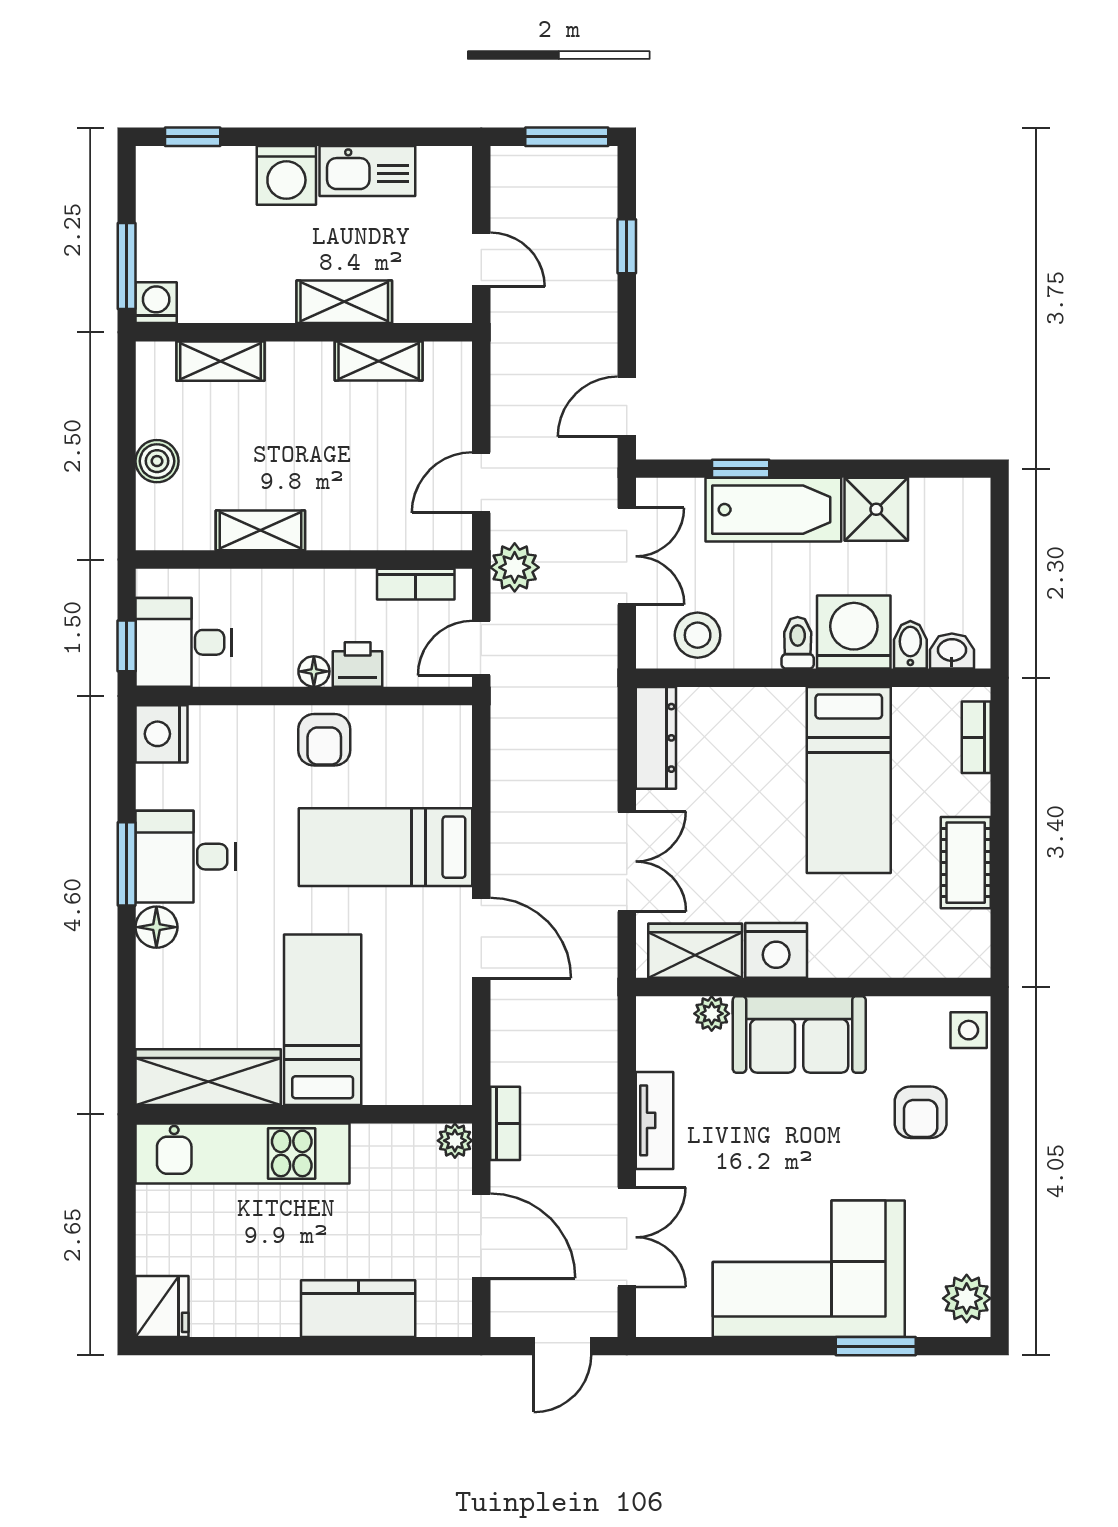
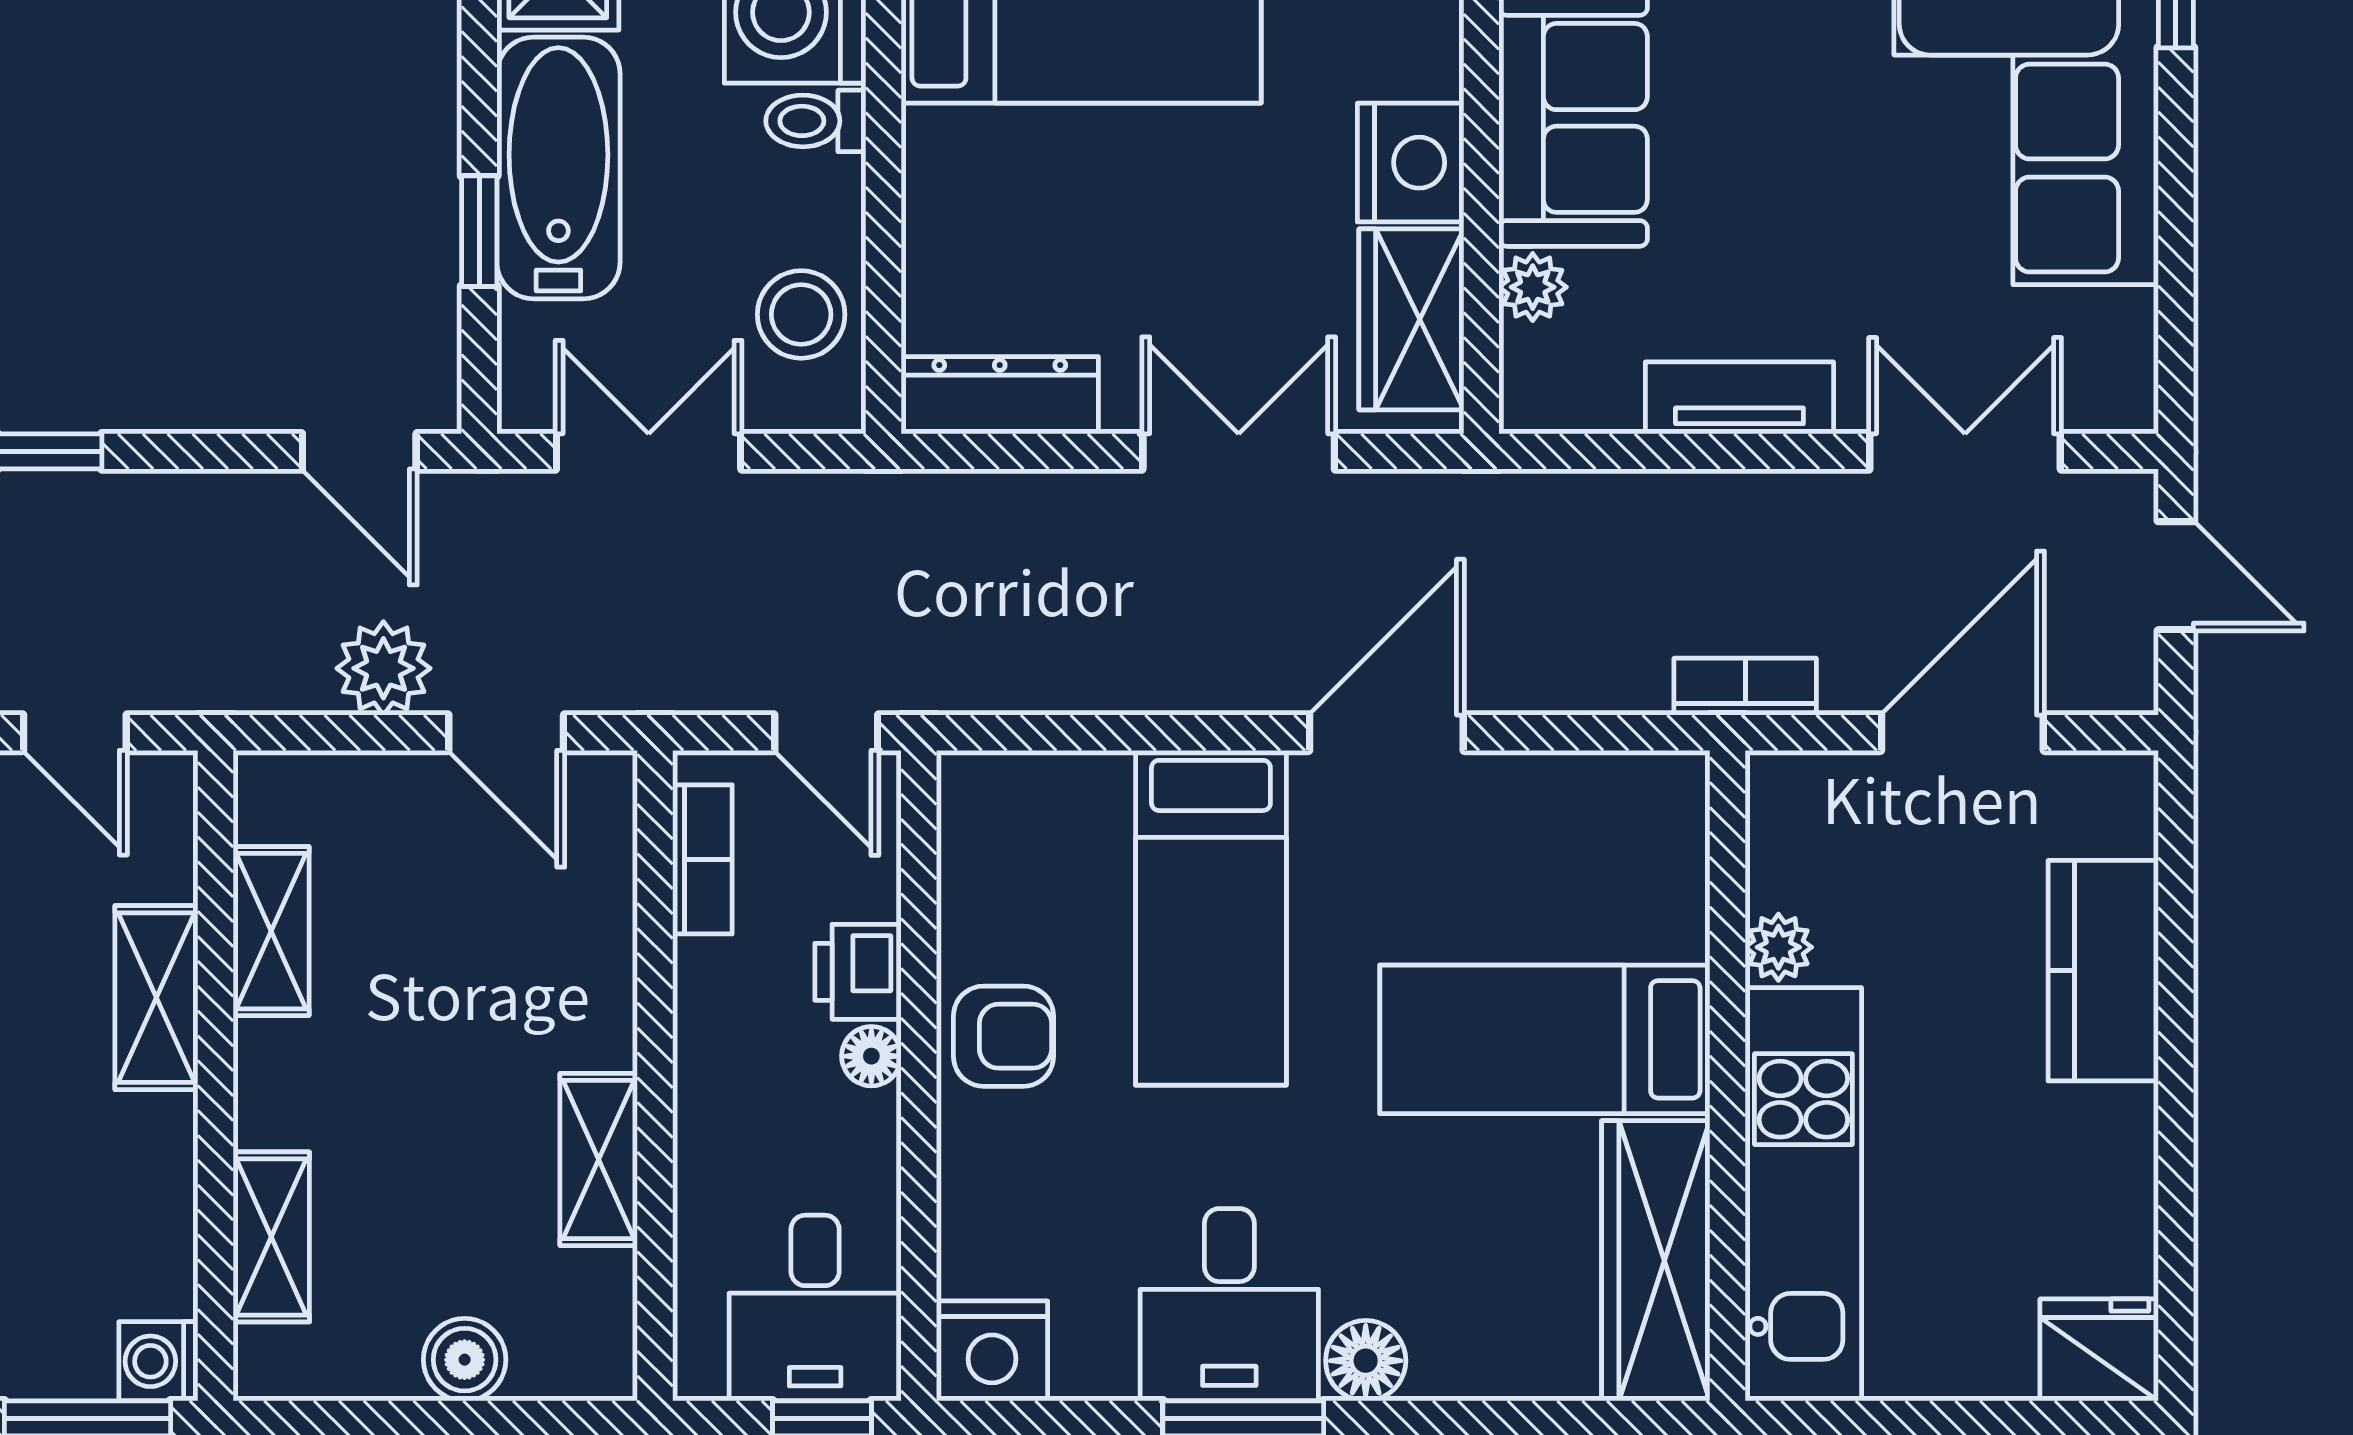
door: (481, 260) -> (75, 733), swing flipped
plant: (515, 567) -> (383, 668), moved
plant: (455, 1141) -> (1778, 947), moved

